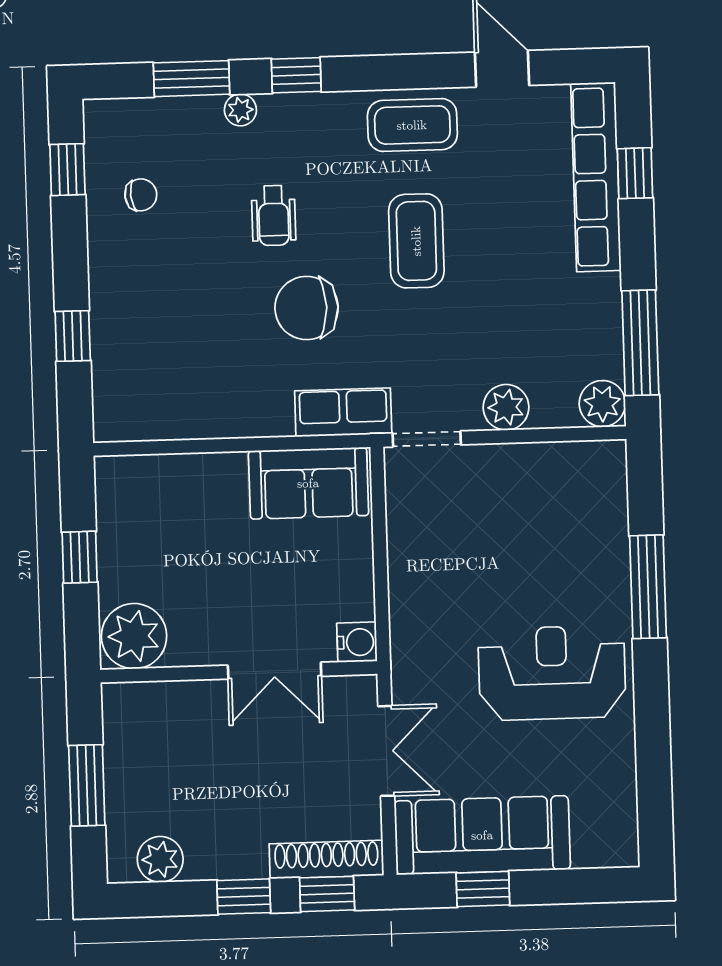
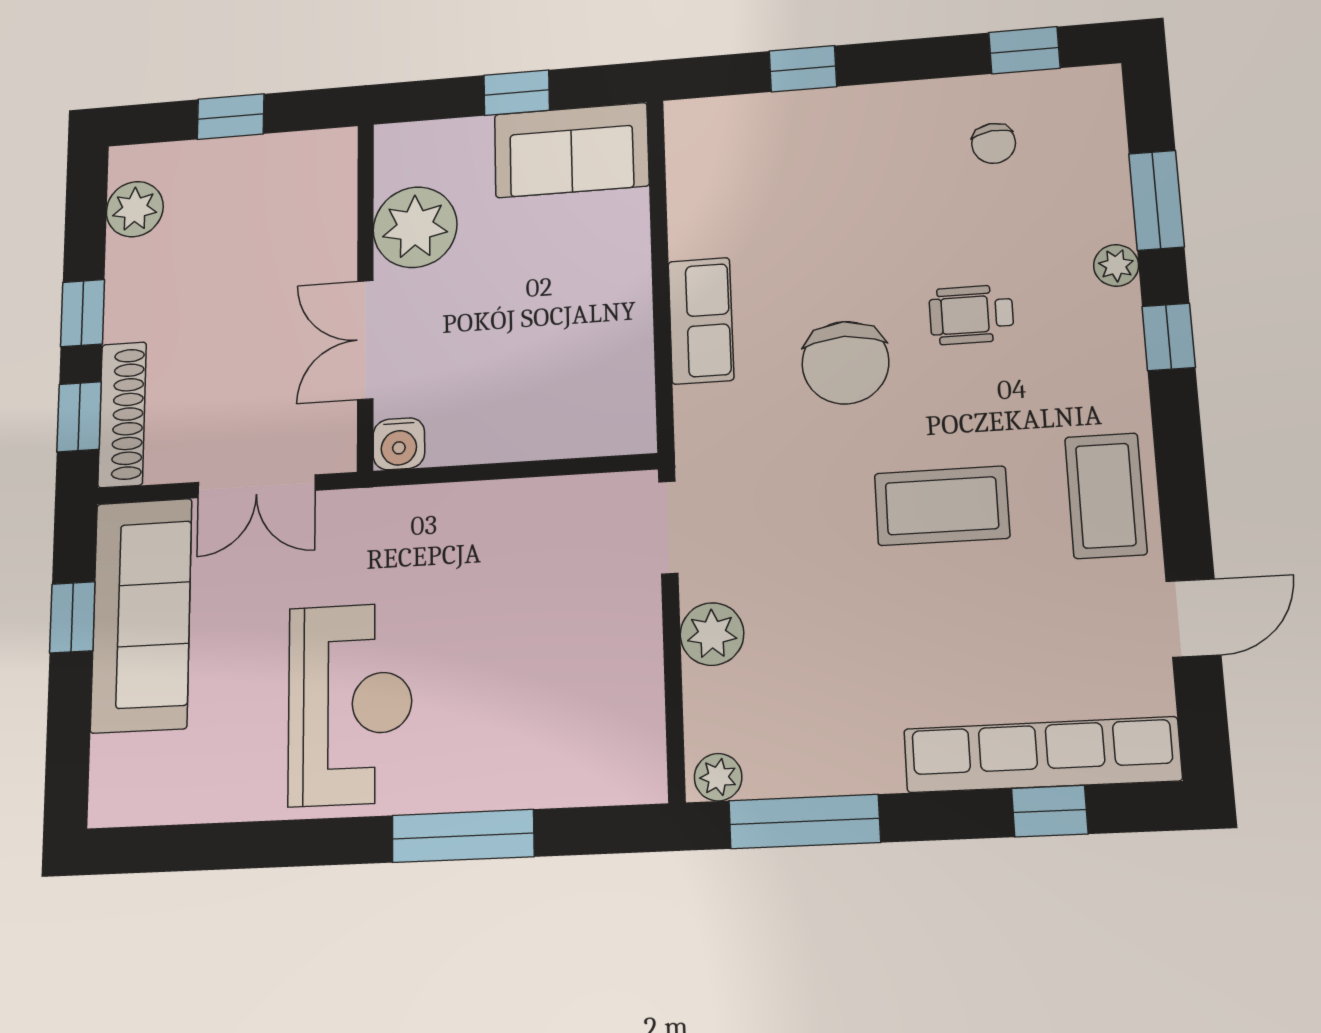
chair: (307, 308) -> (845, 363), turned 180
plant: (602, 404) -> (718, 777), width x0.73, depth x0.73
row of seats: (343, 412) -> (701, 321), moved
sofa: (308, 483) -> (571, 150), moved, turned -90
plant: (134, 636) -> (415, 227), moved
window: (87, 785) -> (231, 117), width x0.67

